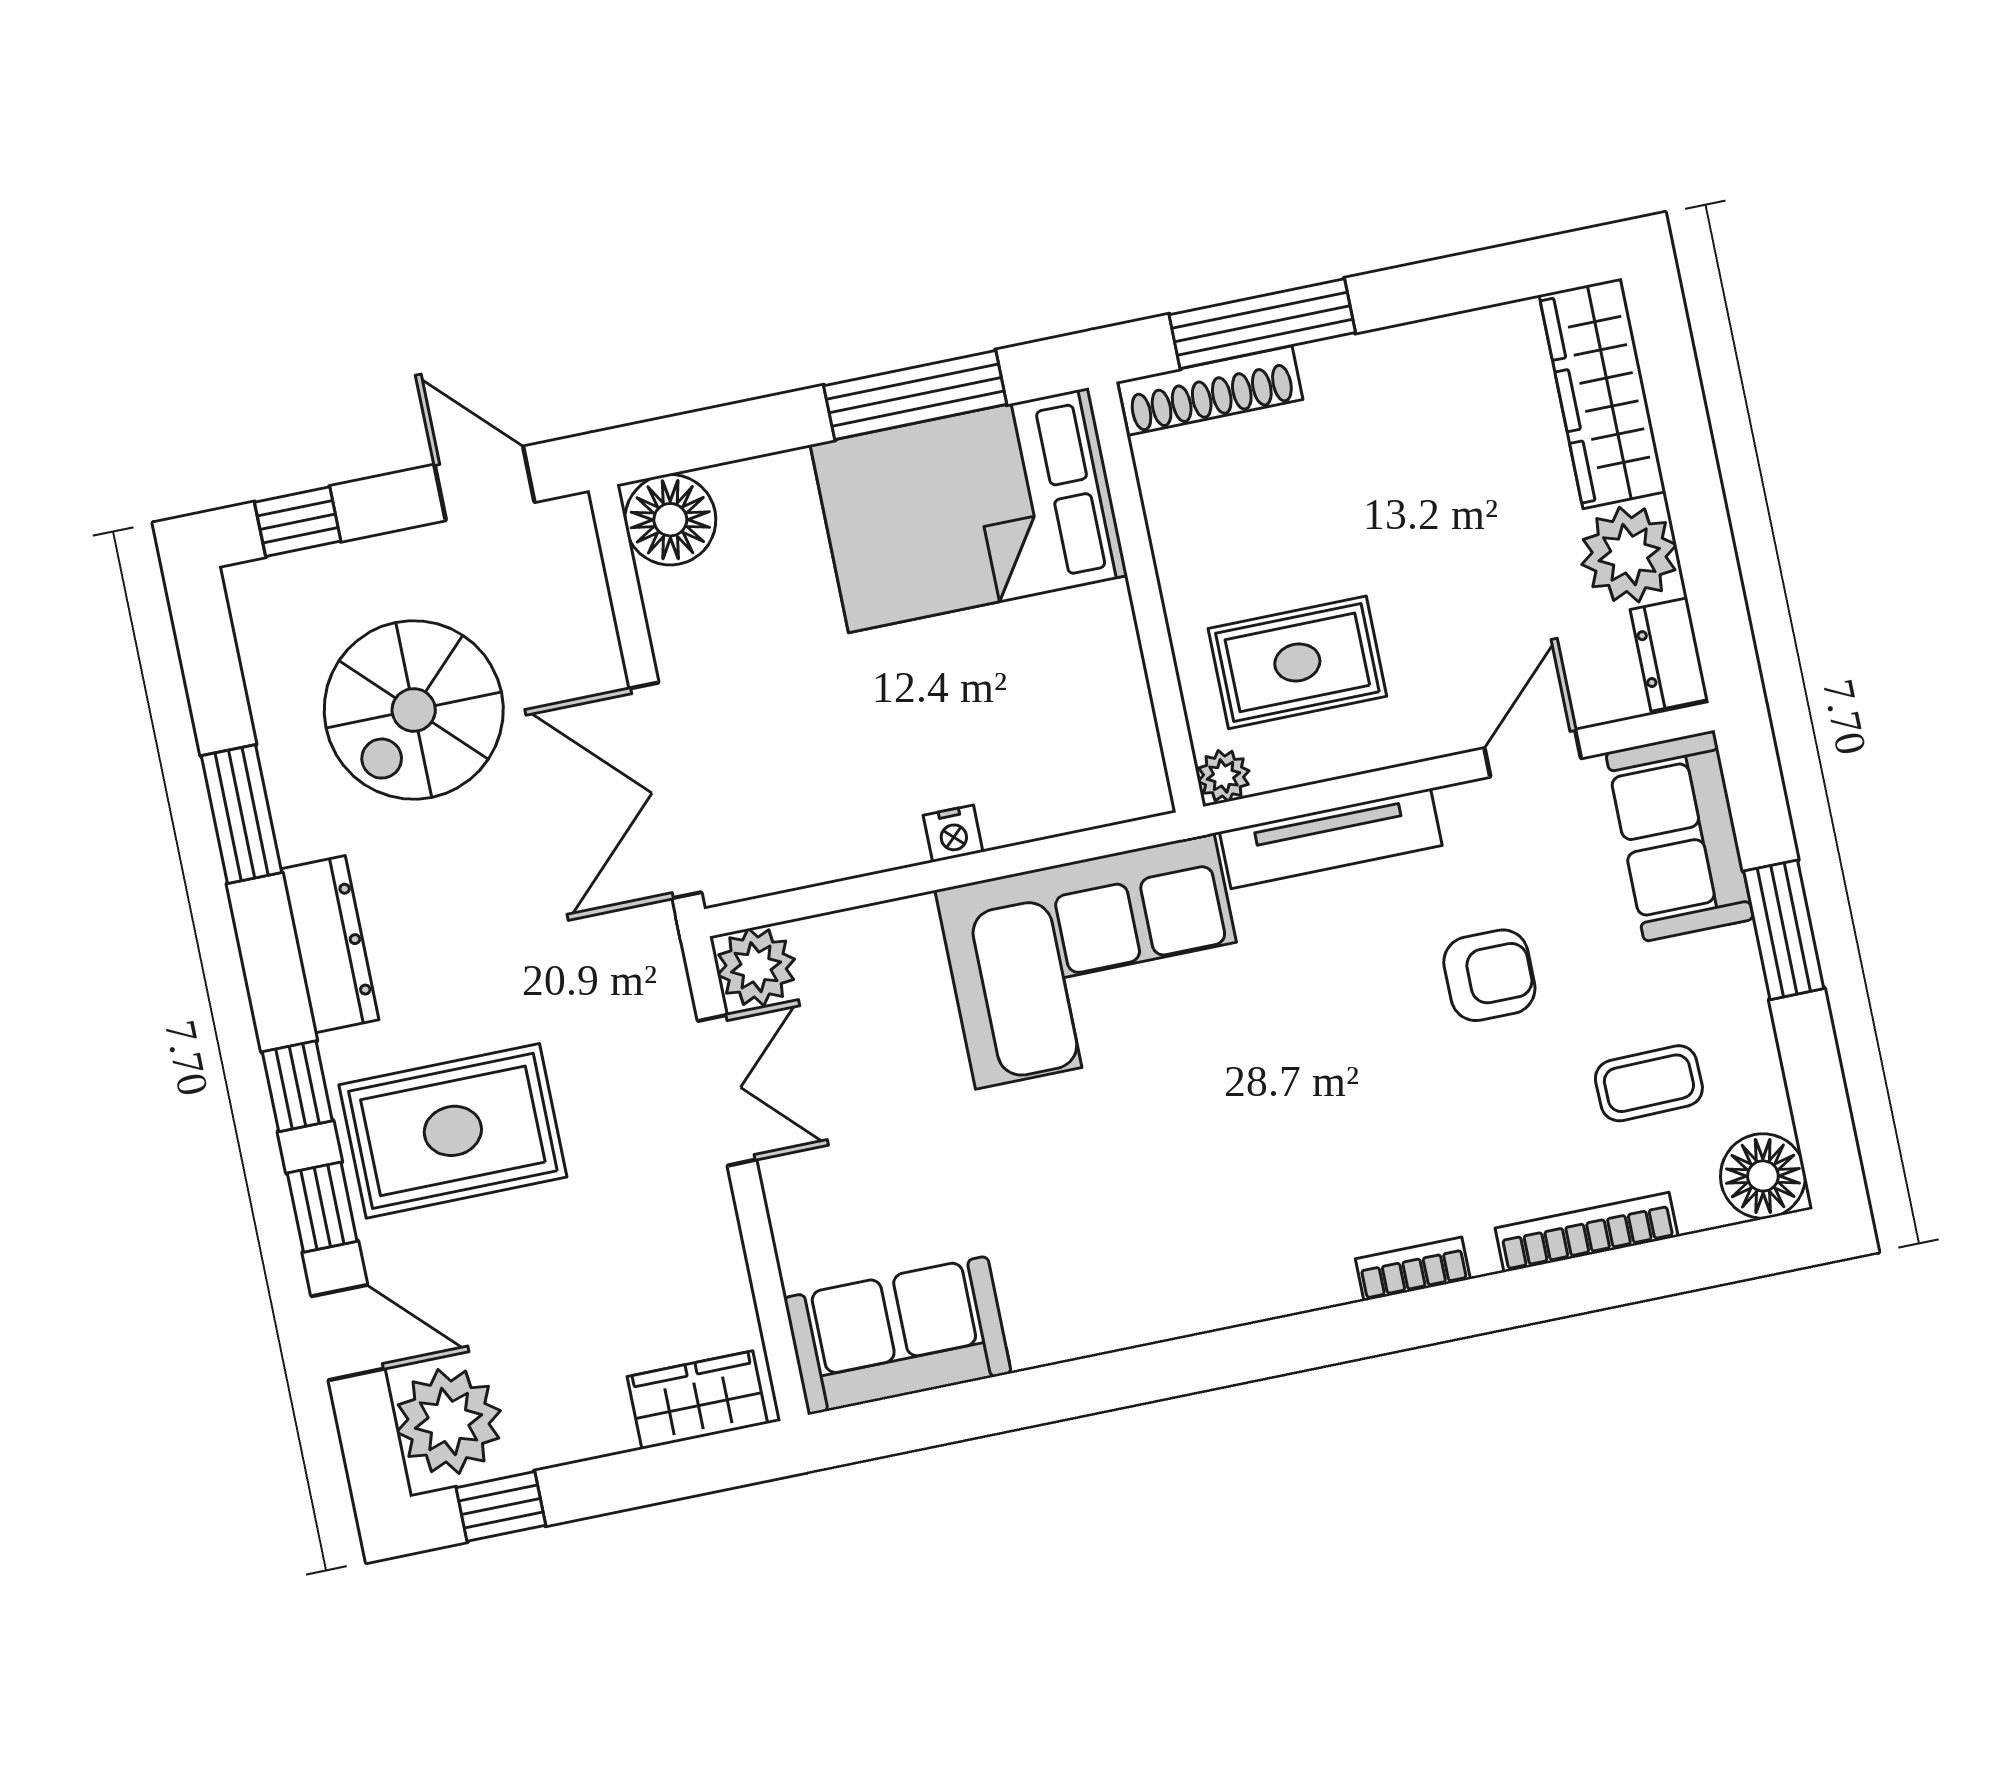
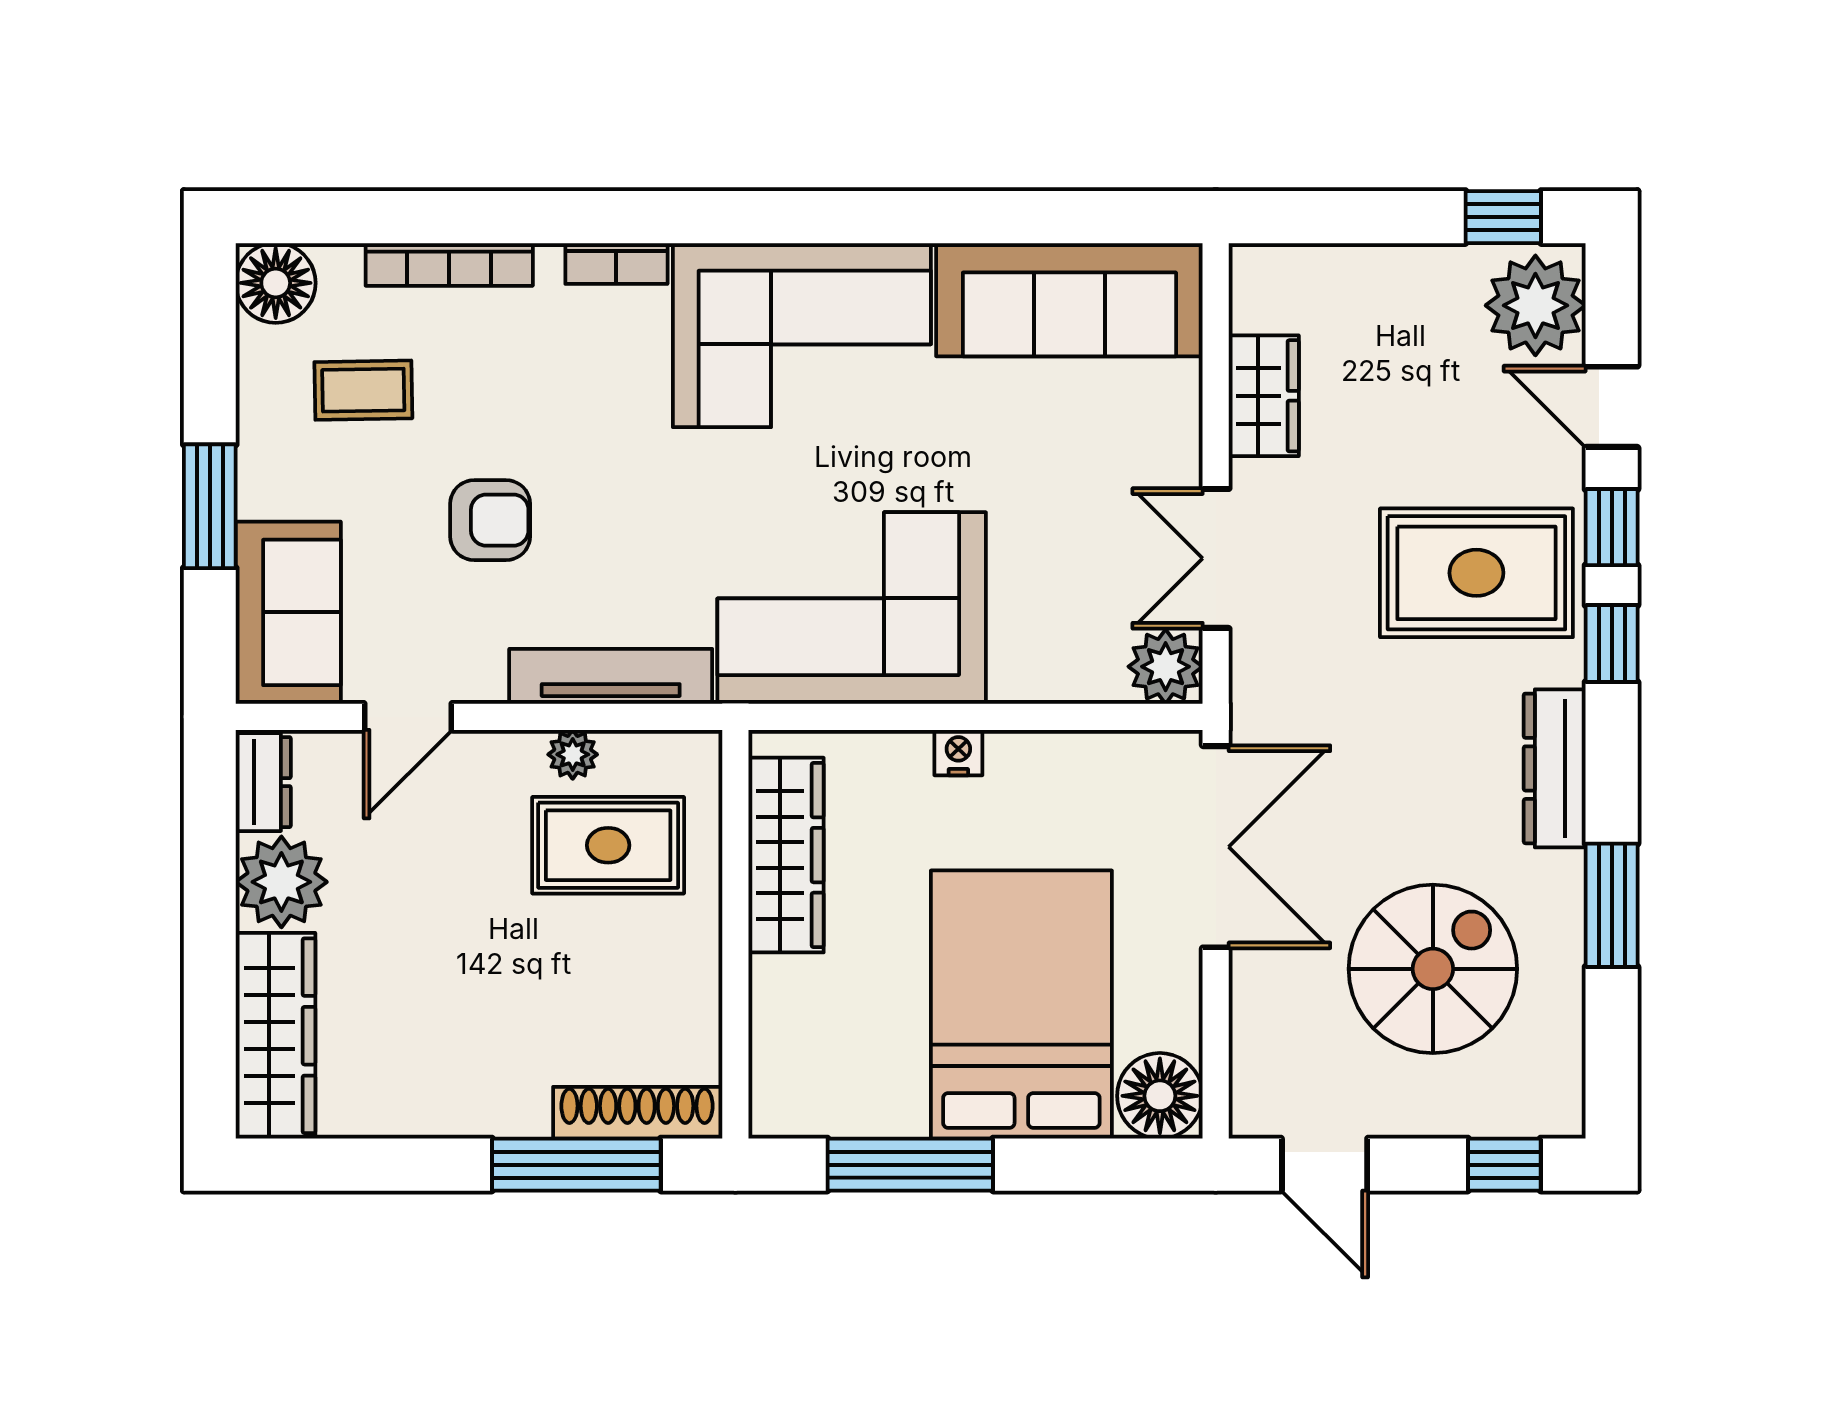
bed: (969, 510) -> (1021, 1005), moved, turned -90
wardrobe: (1110, 690) -> (786, 855), added
plant: (1224, 776) -> (573, 754), moved
armchair: (1489, 975) -> (490, 520), turned 180
corner sofa: (1205, 1234) -> (802, 335), added
sofa: (898, 1336) -> (1069, 300), width x1.36
wardrobe: (697, 1400) -> (1264, 396), moved, turned -90

